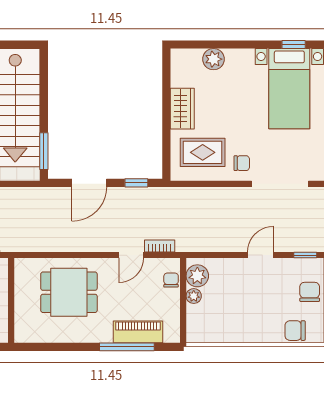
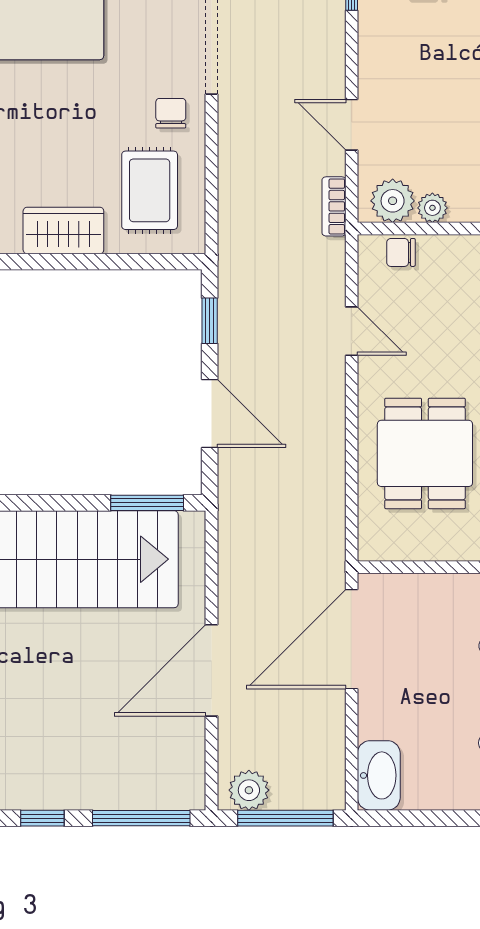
bookcase: (160, 246) -> (334, 206), moved
door: (261, 255) -> (352, 125), moved

